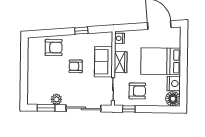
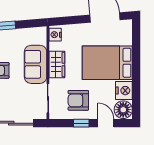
armchair: (137, 91) -> (78, 100), turned 180
window: (129, 109) -> (81, 123), moved
door: (159, 109) -> (106, 123), added

